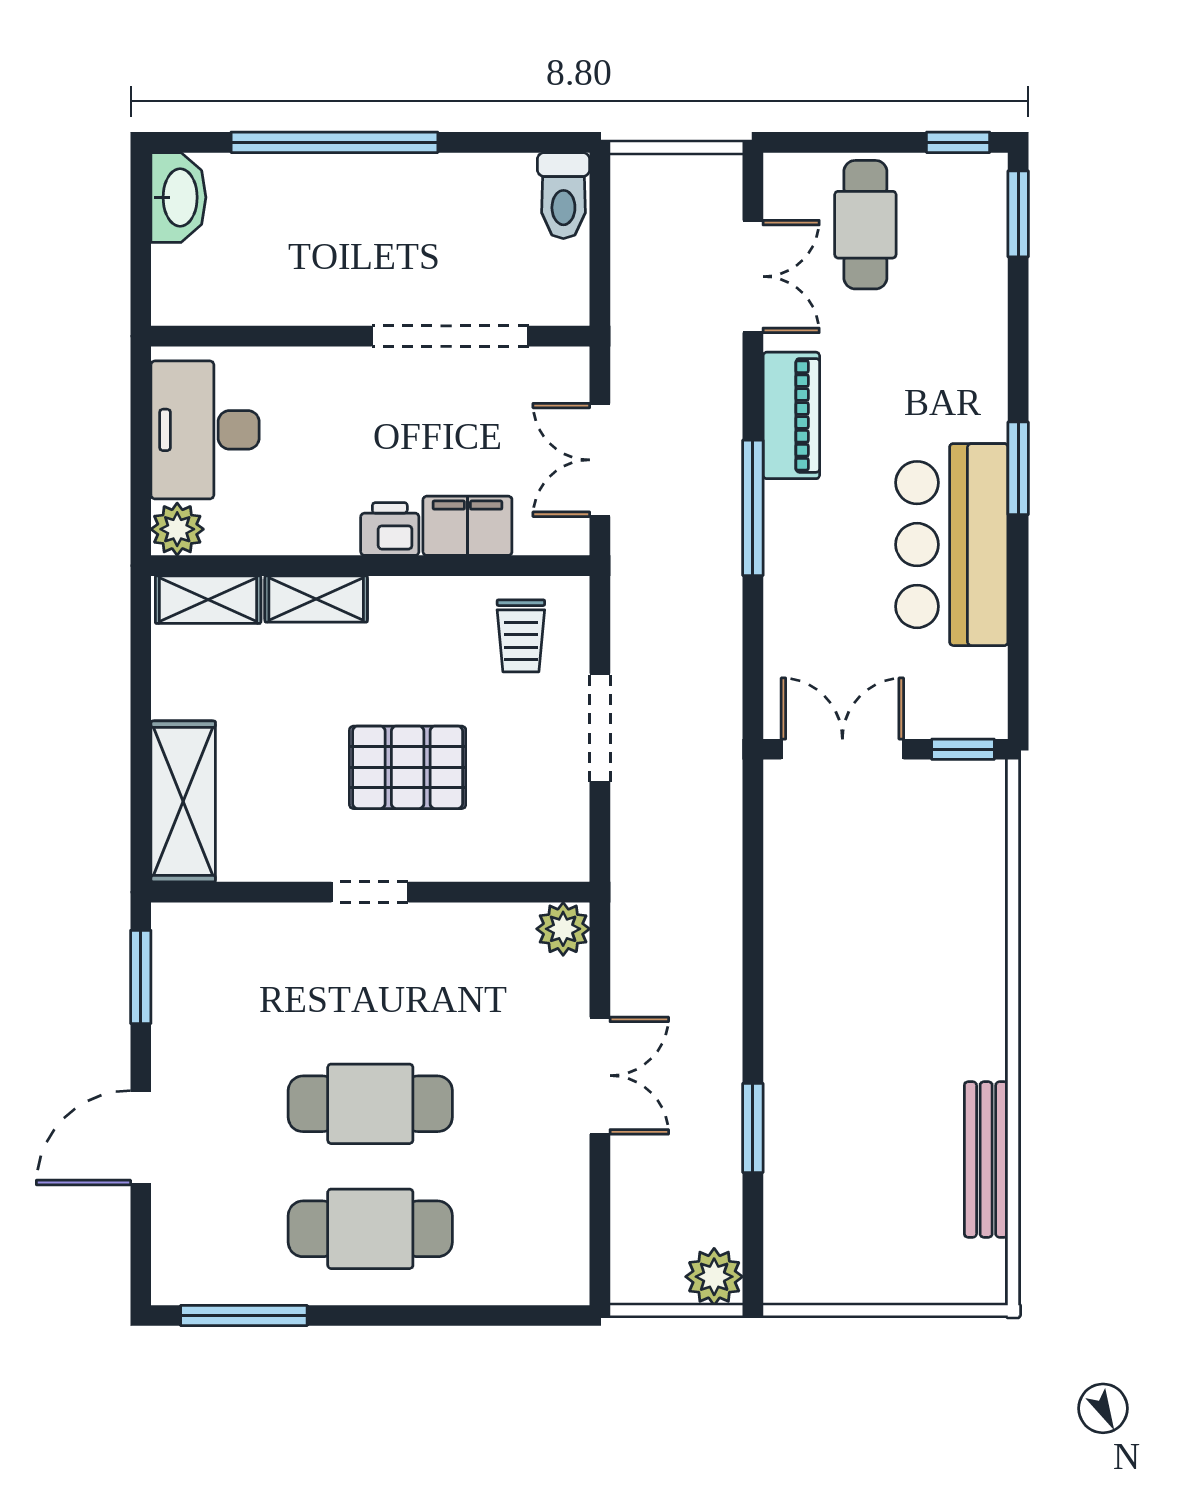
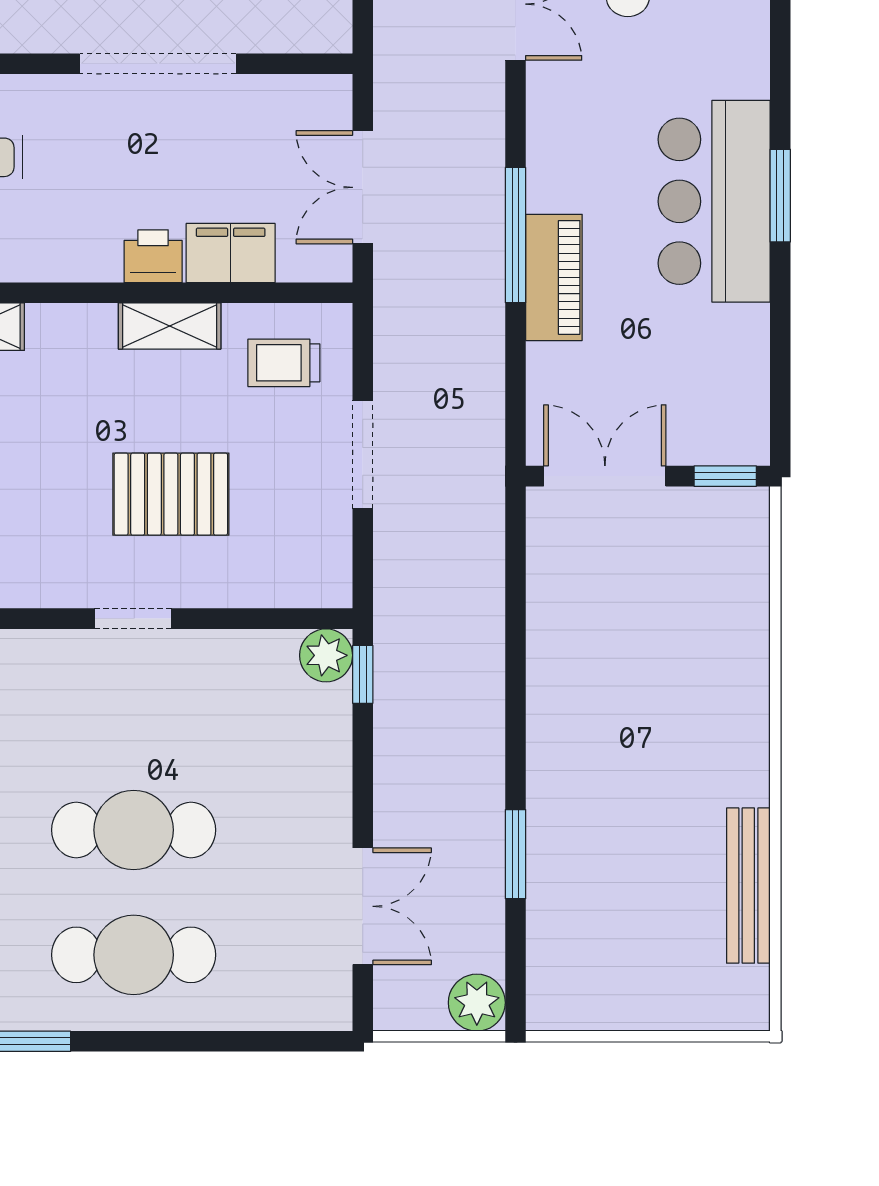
doorway: (450, 336) -> (158, 64), moved
piano: (791, 415) -> (554, 277), moved
bar counter: (952, 545) -> (714, 201), moved
shelving: (316, 599) -> (170, 326), moved
trolley: (521, 636) -> (284, 363), turned 90
window: (600, 948) -> (363, 674), added
double door: (600, 1076) -> (363, 906), moved

